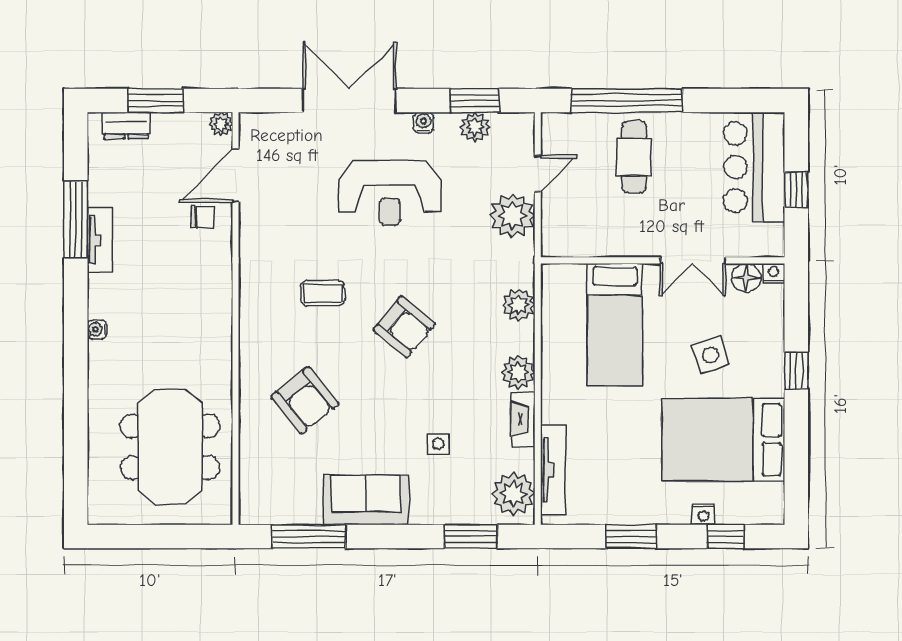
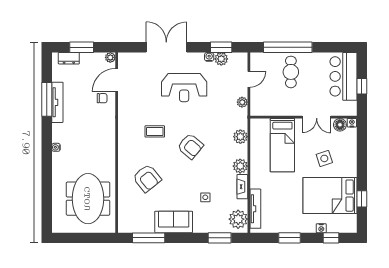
water cooler: (423, 123) -> (209, 57), moved
plant: (512, 216) -> (242, 102), width x0.53, depth x0.53
tv unit: (100, 240) -> (57, 102), width x1.41
window: (796, 371) -> (362, 199), moved

